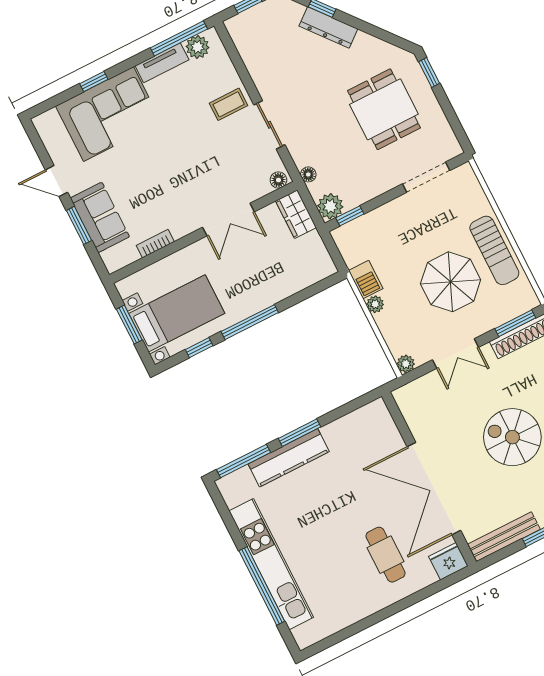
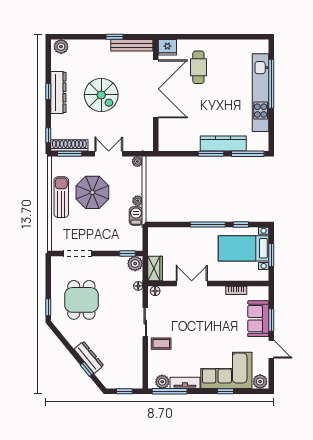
plant: (48, 123) -> (260, 382), added

